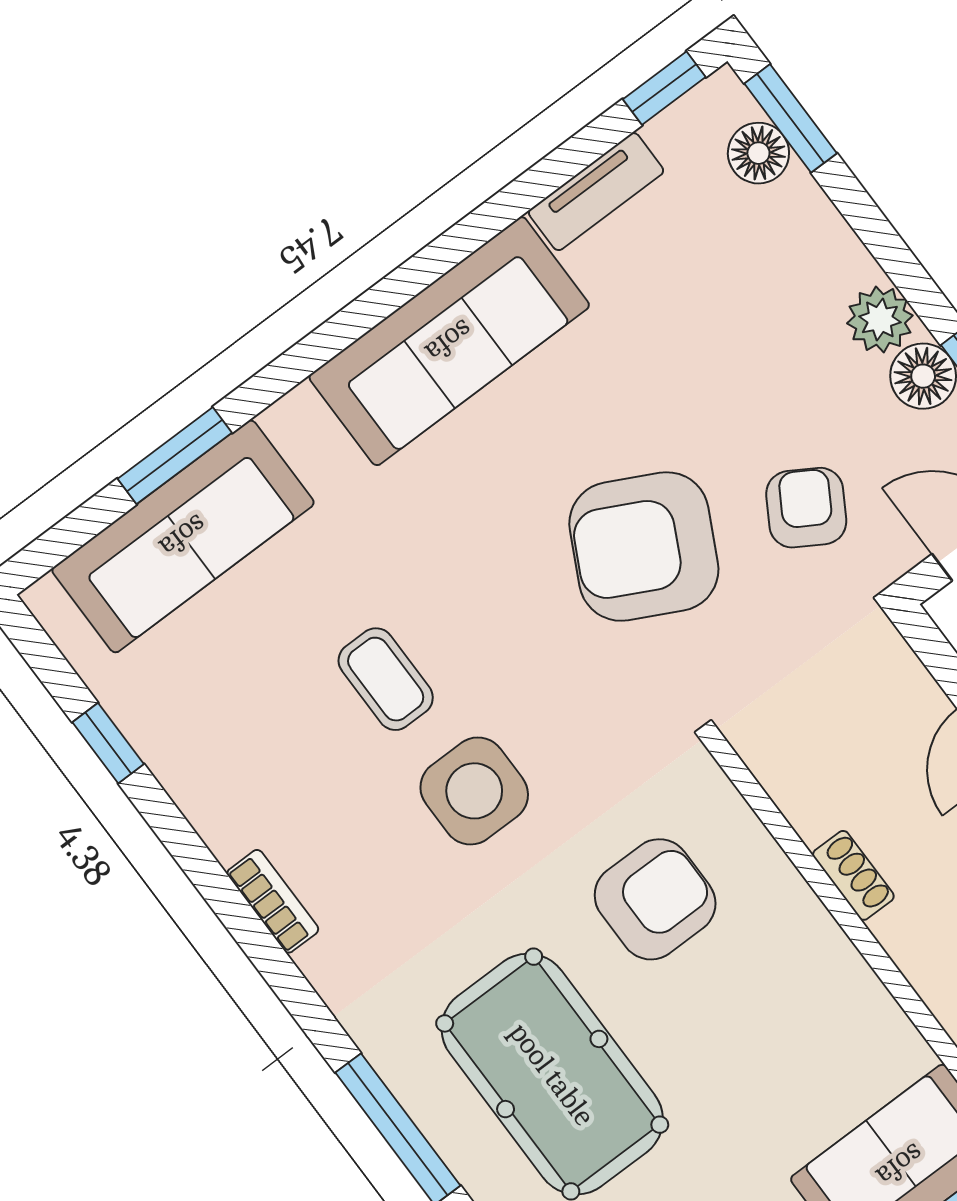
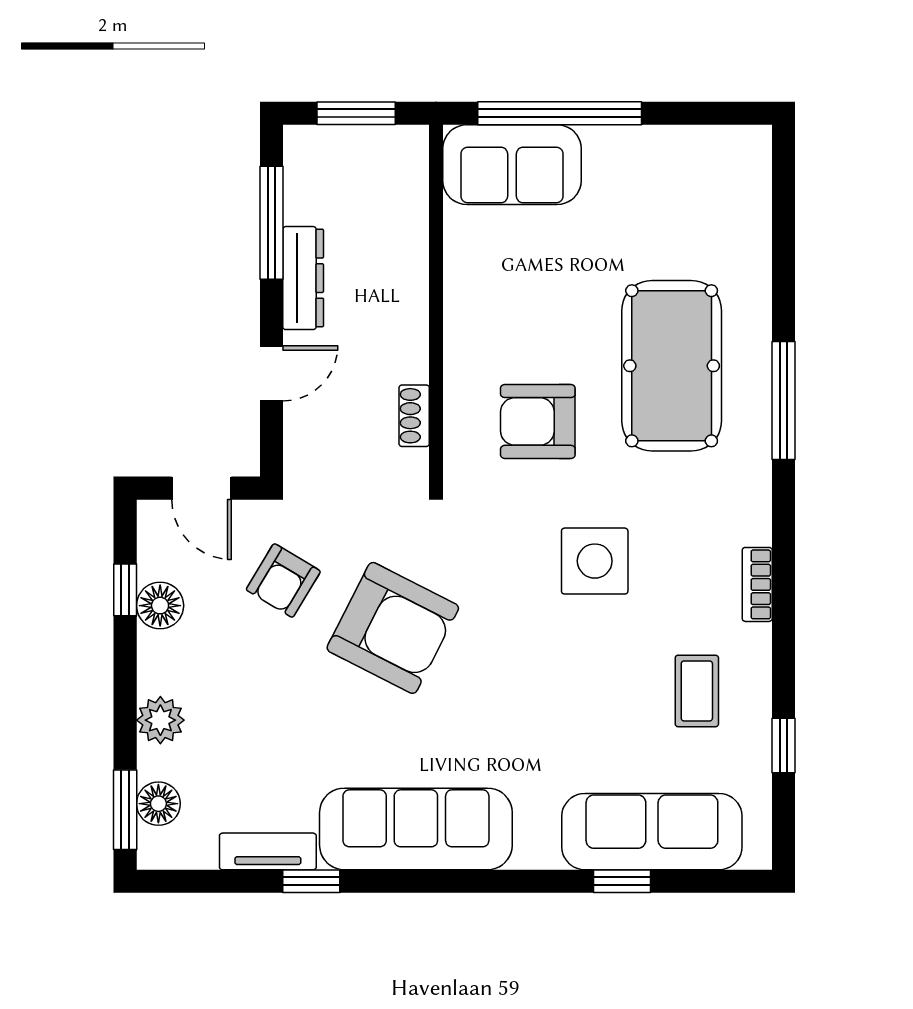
window: (664, 88) -> (311, 881), moved
plant: (880, 319) -> (160, 720), moved
window: (175, 456) -> (622, 881), width x0.67
coffee table: (386, 679) -> (697, 691), moved
shoe rack: (853, 875) -> (414, 416), moved

